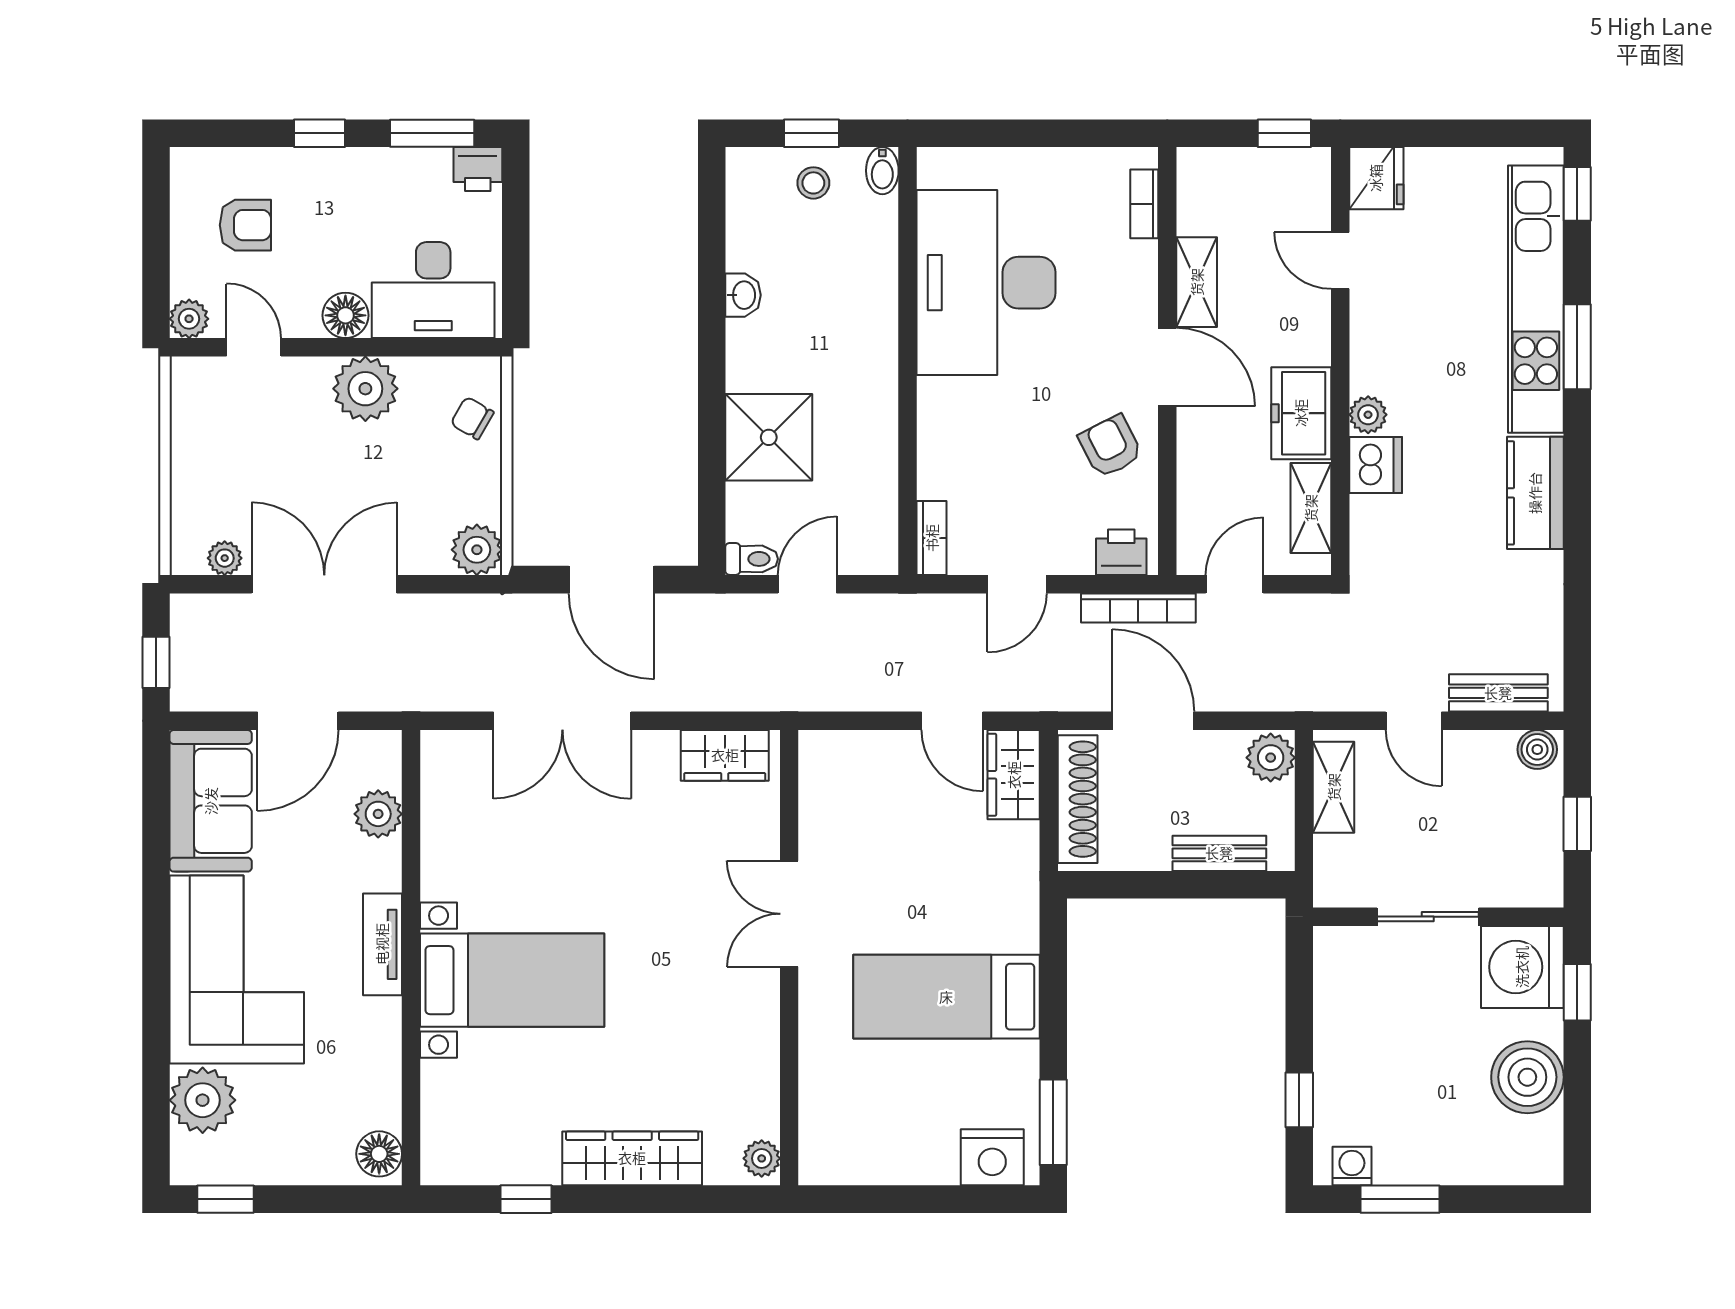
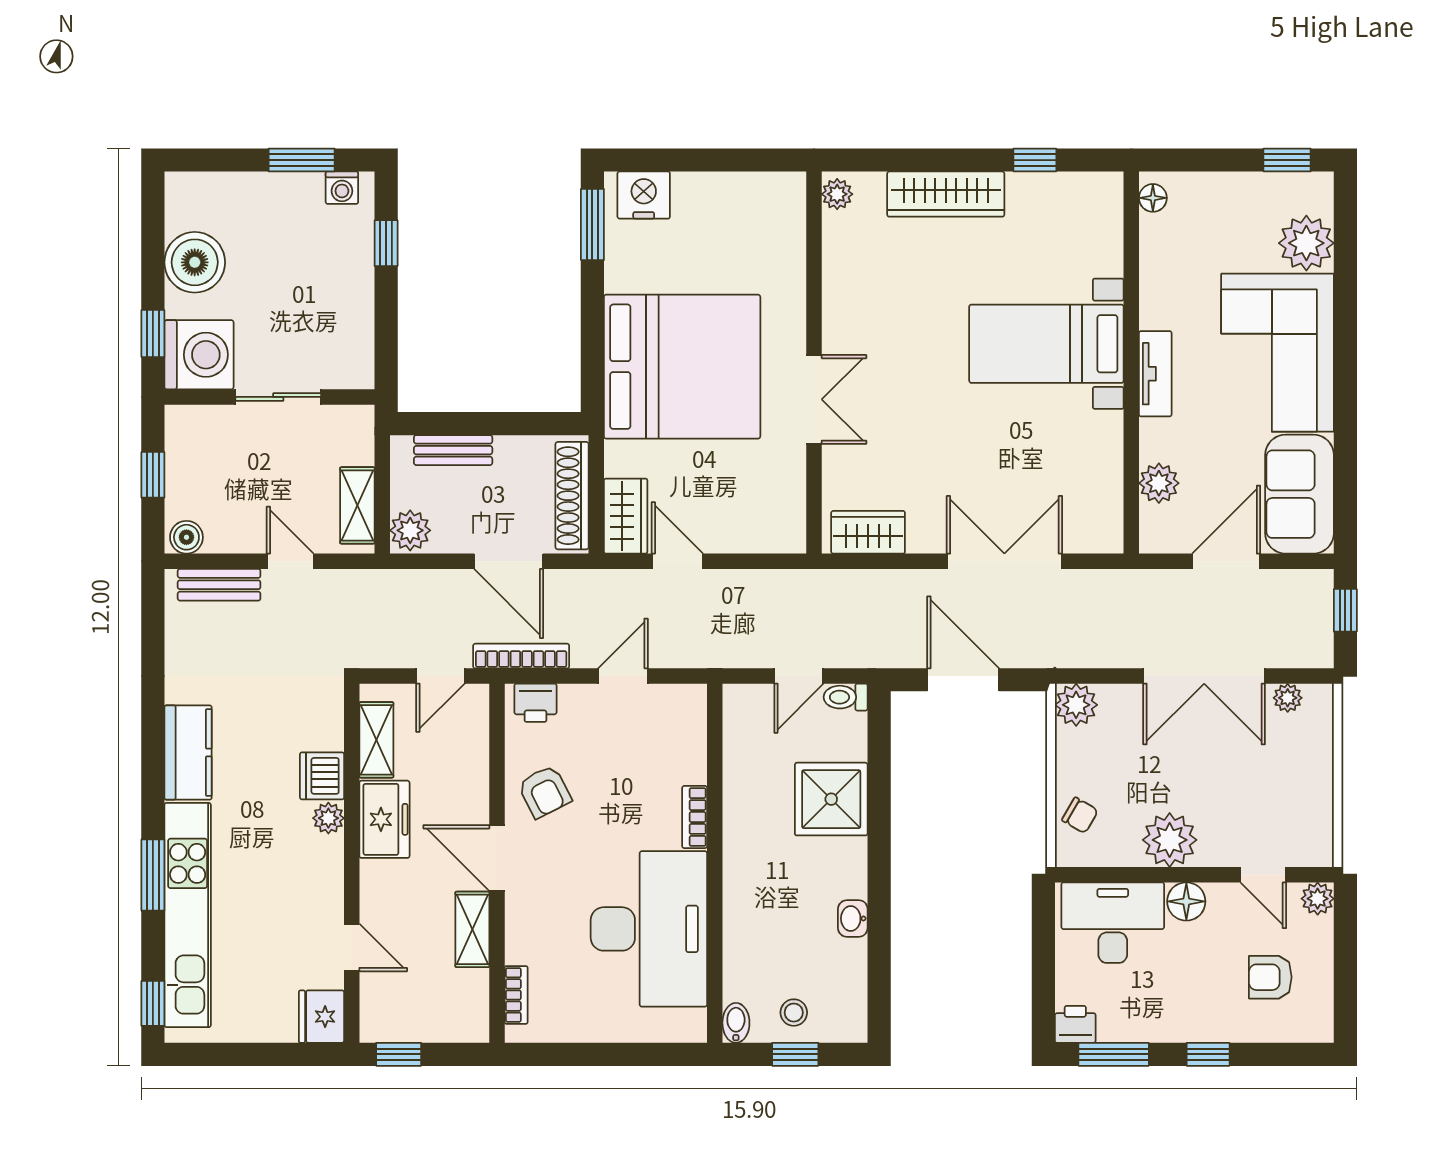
bookcase: (932, 538) -> (695, 817), moved
bed: (946, 997) -> (682, 367), width x2.04
floor lamp: (379, 1154) -> (1153, 198), width x0.73, depth x0.73

